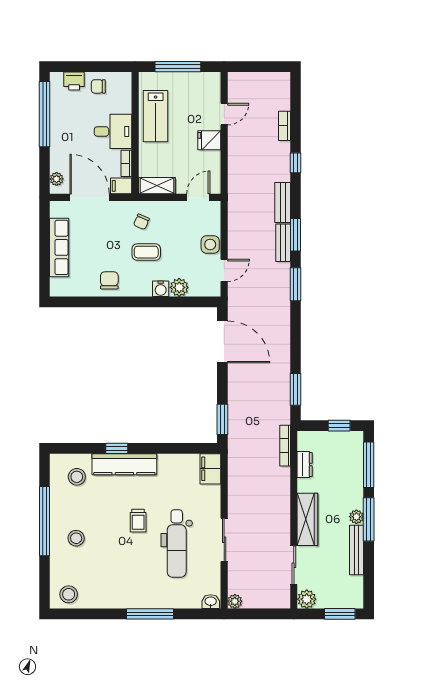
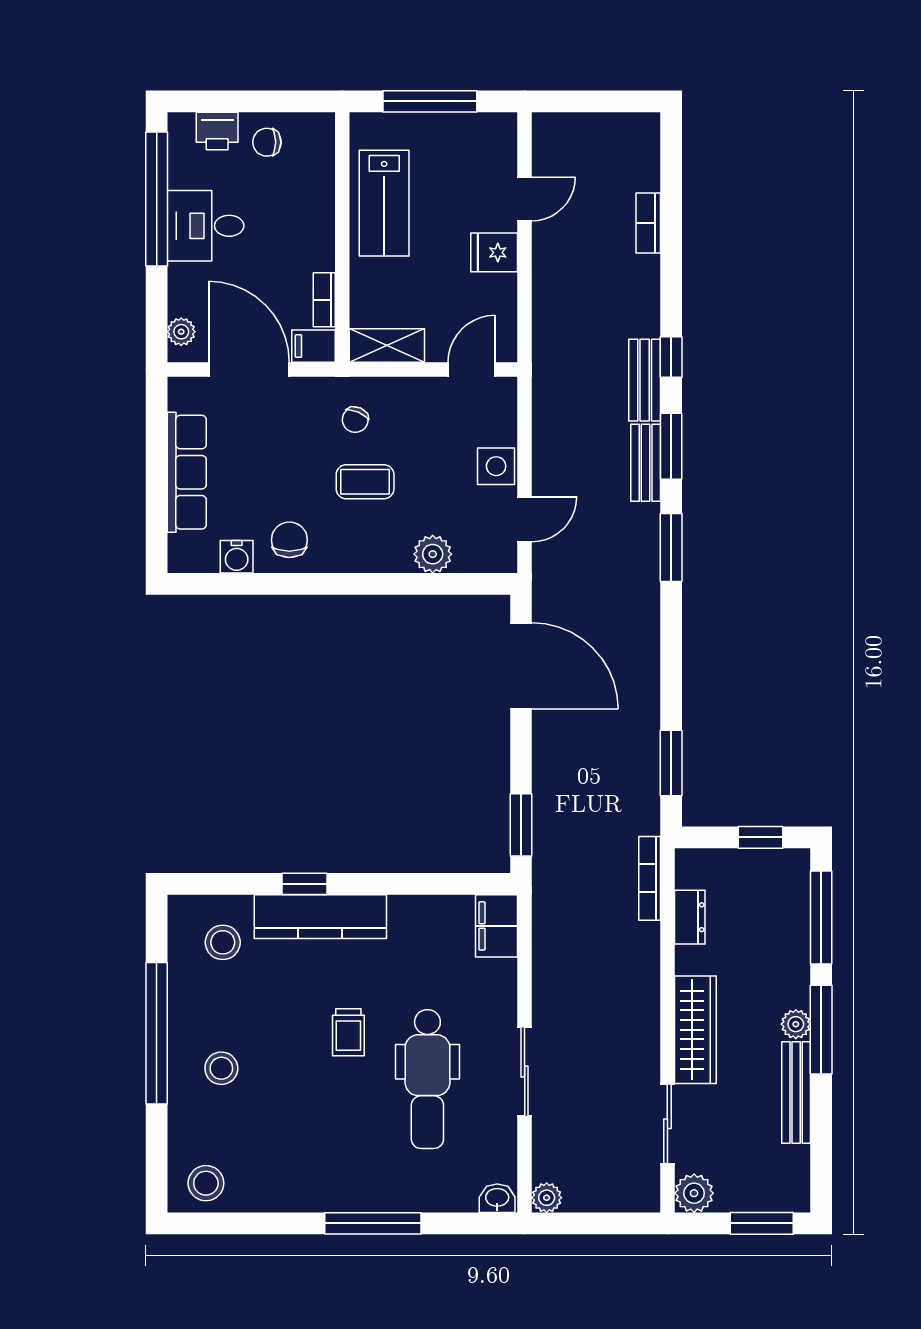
desk: (113, 131) -> (205, 226), moved, turned 180
window: (296, 163) -> (671, 357), moved
water cooler: (161, 289) -> (237, 557), moved

